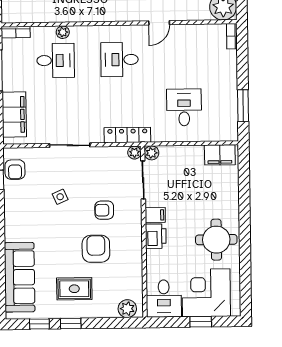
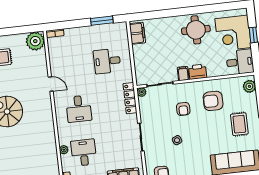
plant: (152, 153) -> (141, 80), removed
armchair: (96, 249) -> (213, 101), moved

